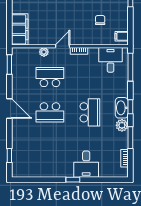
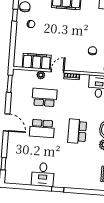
filing cabinet: (20, 29) -> (37, 61), moved, turned -90
school desk: (90, 112) -> (77, 131), turned 180
desk: (86, 164) -> (43, 174), moved

